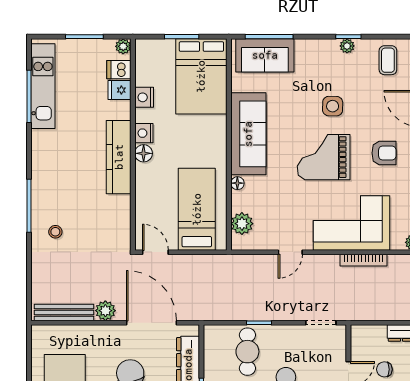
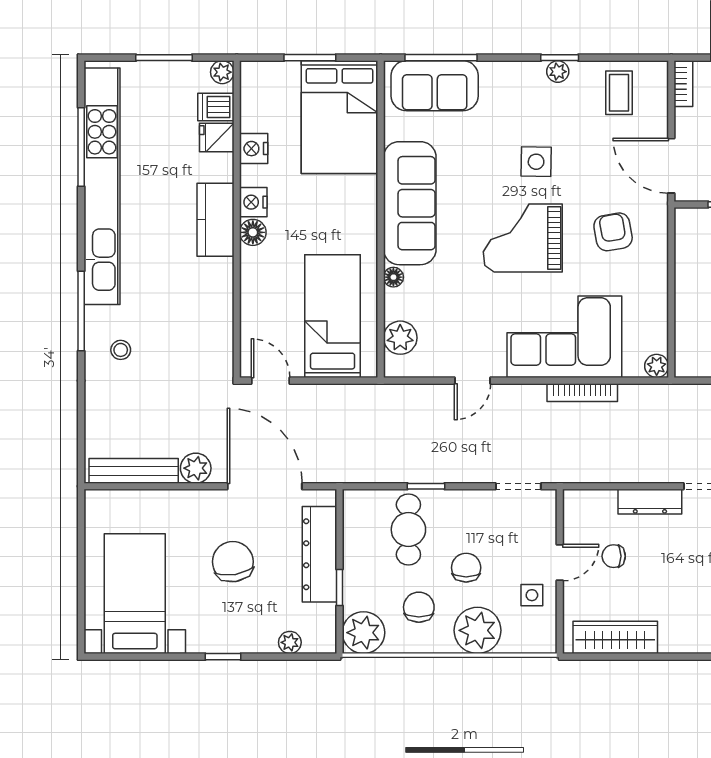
kitchen unit: (43, 86) -> (102, 186), width x1.86
armchair: (384, 153) -> (613, 232), turned -100
kitchen counter: (119, 157) -> (215, 220), width x0.67

